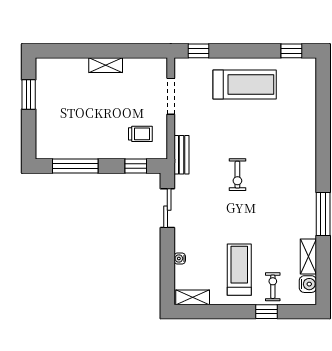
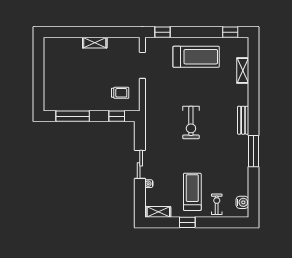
window: (29, 95) -> (39, 64), removed
bench: (182, 155) -> (243, 120), moved
exercise bike: (237, 175) -> (191, 123), width x1.38, depth x1.39
sliding door: (167, 208) -> (140, 164), moved
shelving: (308, 257) -> (243, 71), moved
window: (267, 312) -> (187, 222), moved

